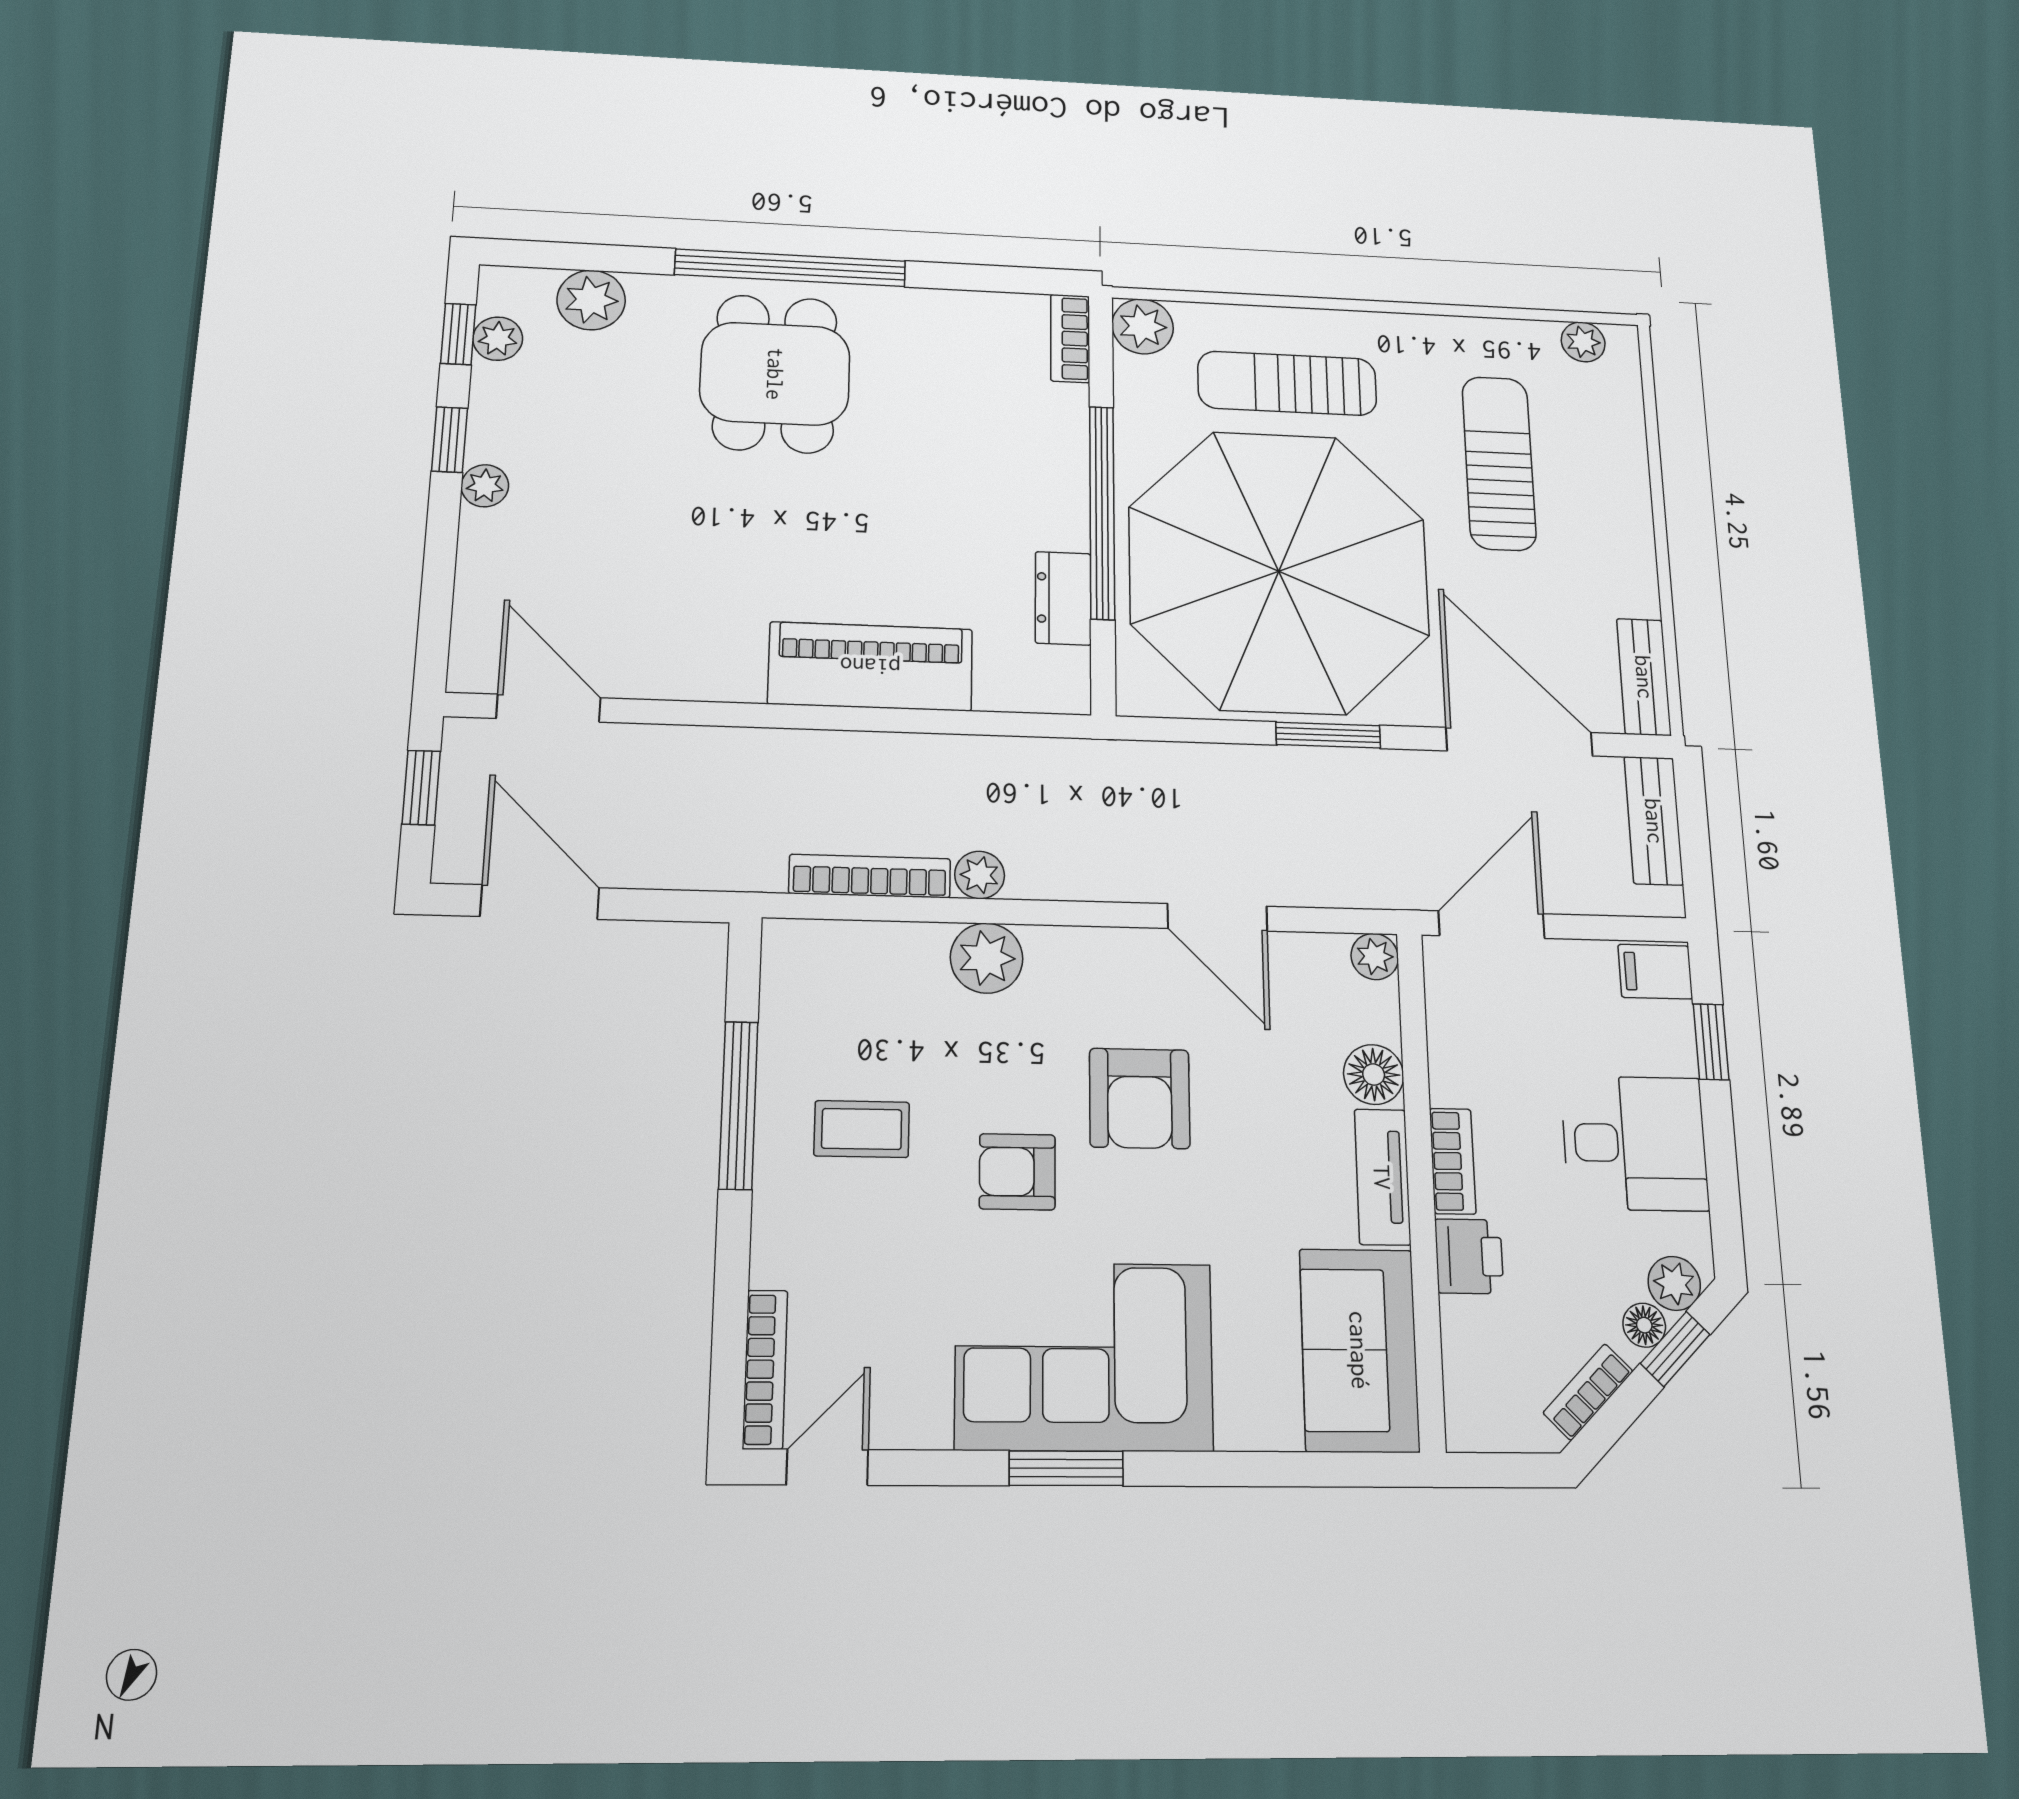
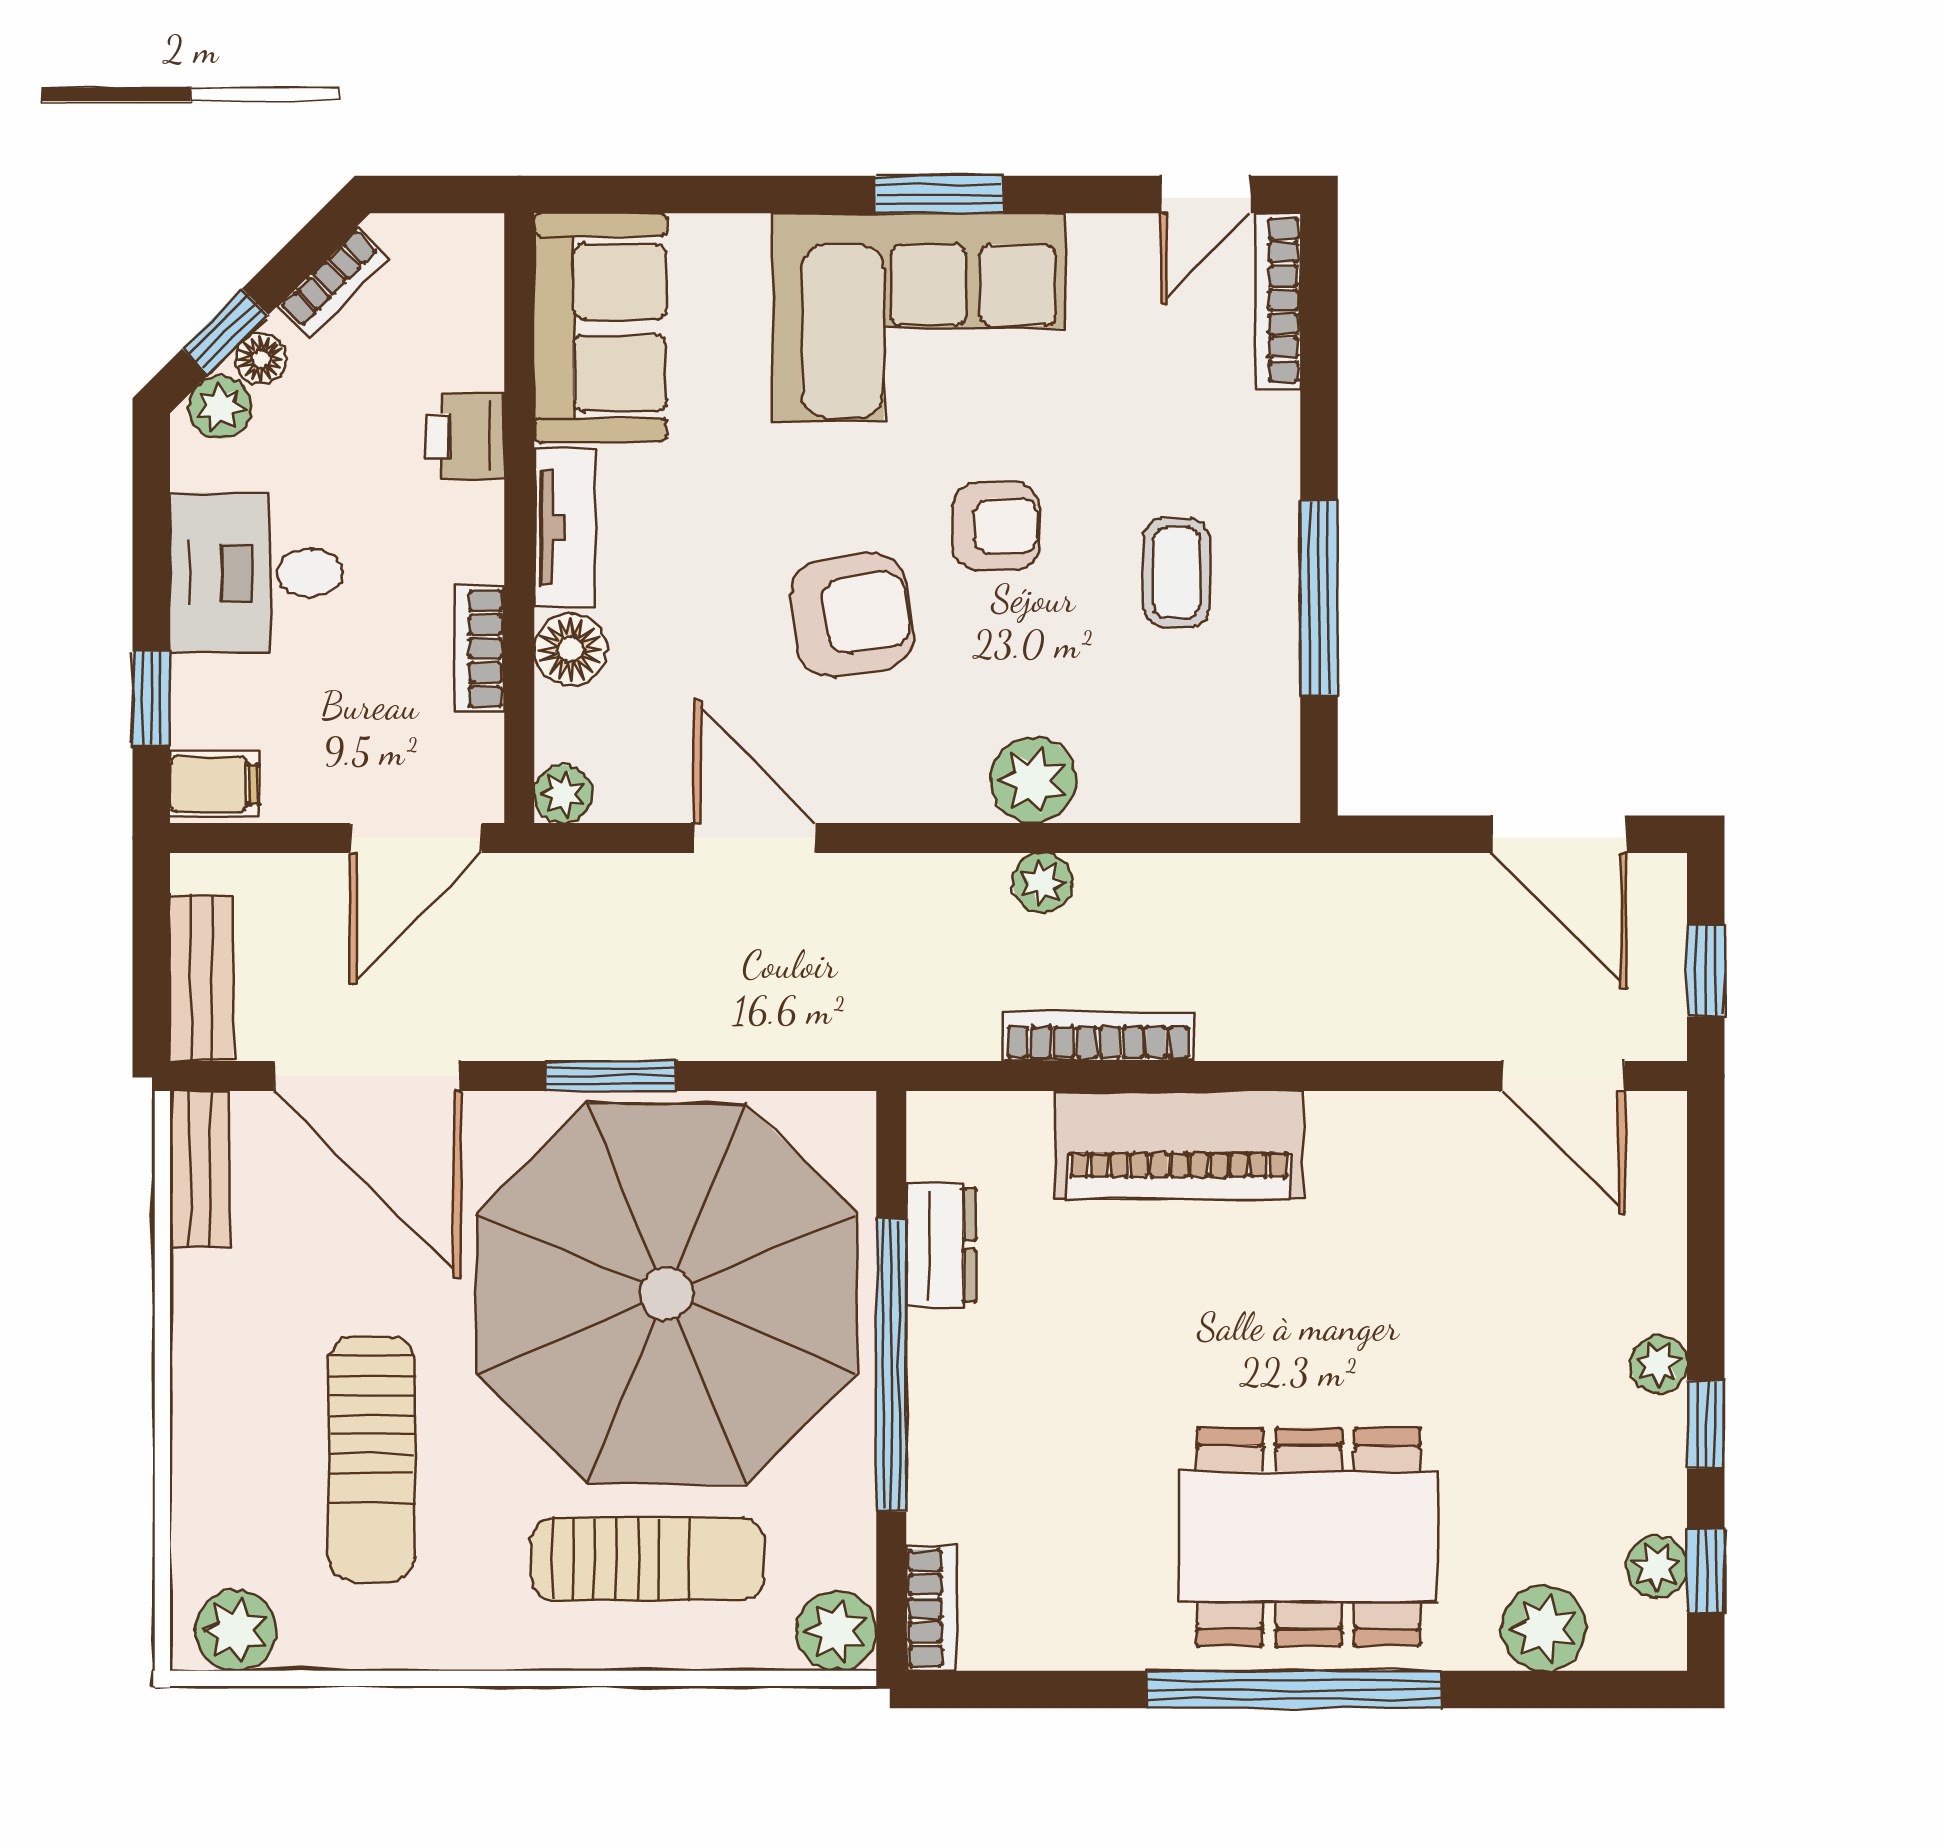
plant: (1583, 342) -> (236, 1630), width x1.38, depth x1.38
dining table: (775, 374) -> (1309, 1537), width x1.38
bookcase: (870, 876) -> (1099, 1037), moved, turned 180
armchair: (1140, 1098) -> (852, 615), turned 81
coffee table: (862, 1129) -> (1177, 573), turned 90
bookcase: (1453, 1161) -> (480, 648), moved

